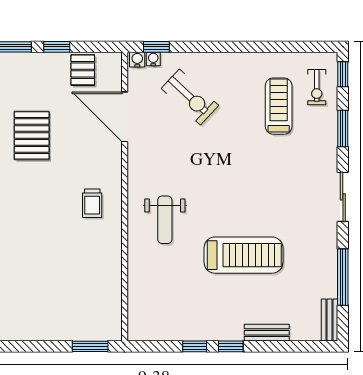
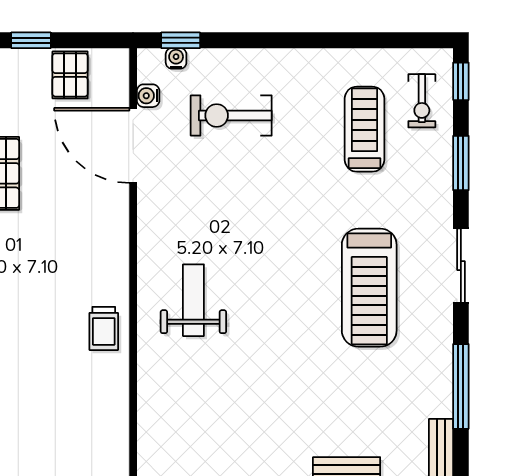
water cooler: (137, 60) -> (148, 96), moved, turned -90
exercise bike: (190, 97) -> (231, 115), turned 137
trolley: (92, 203) -> (104, 328), moved
weight bench: (165, 220) -> (193, 300), turned 180
treadmill: (243, 255) -> (369, 288), moved, turned 90

